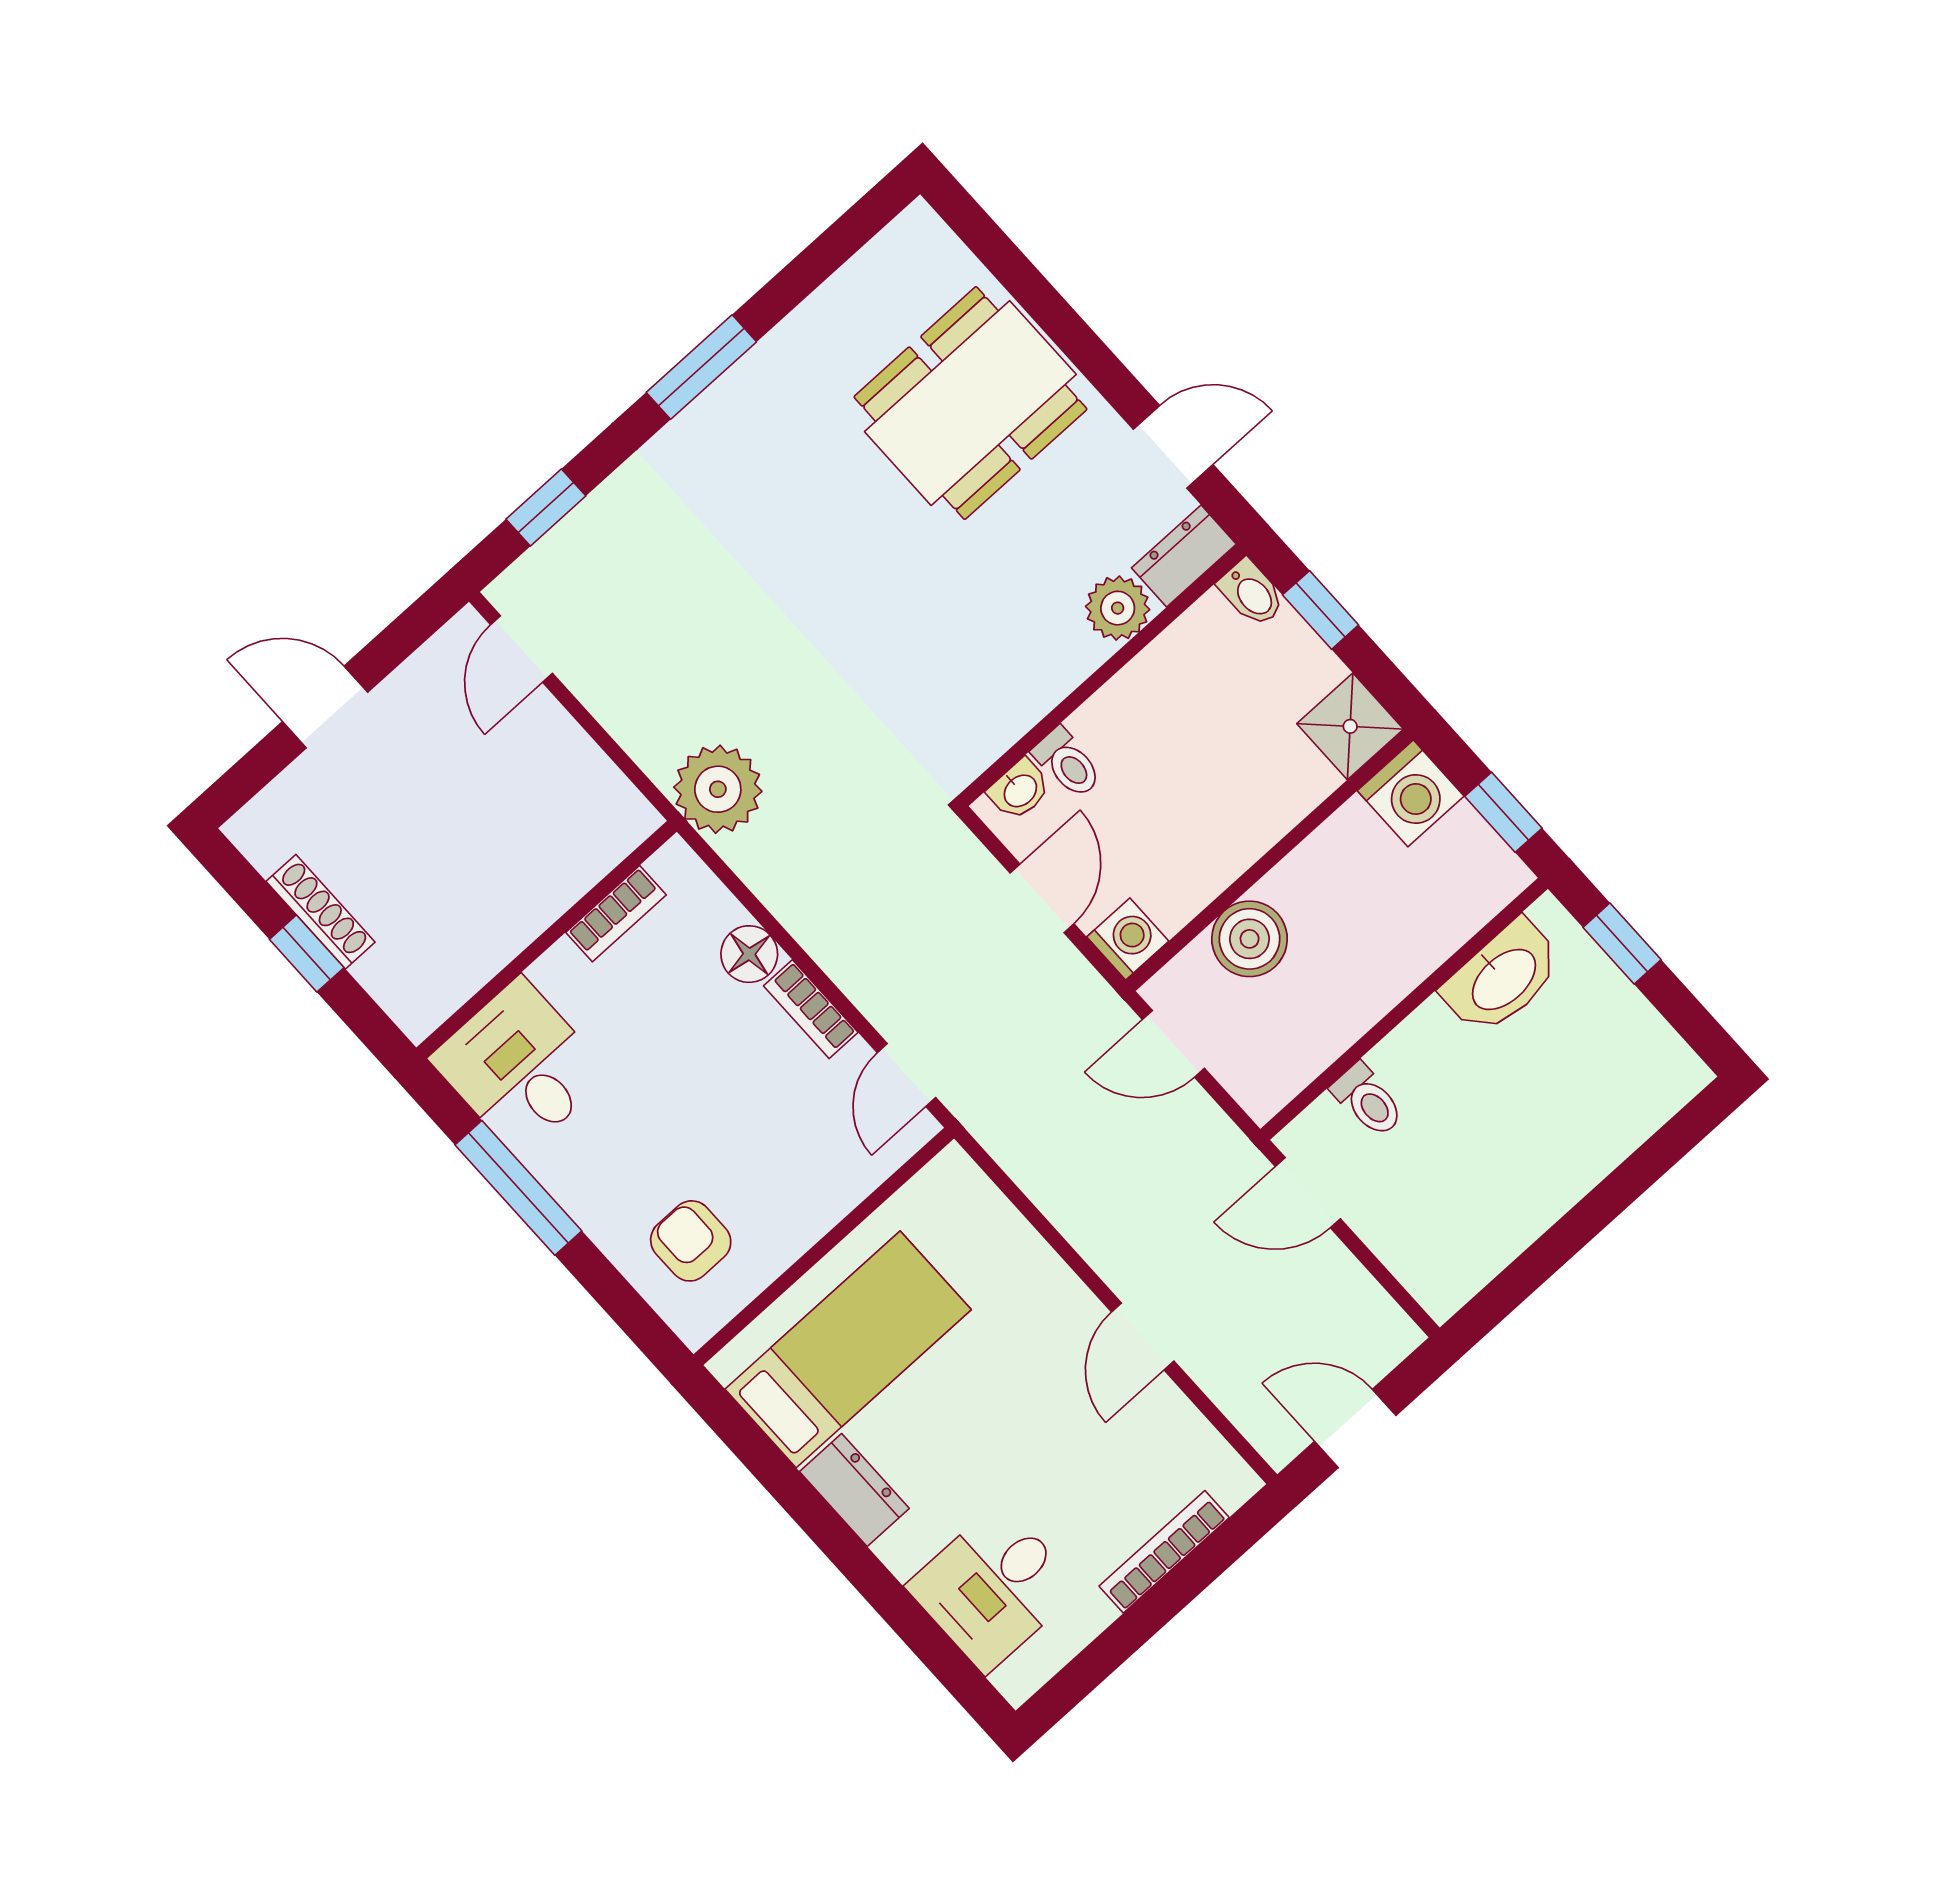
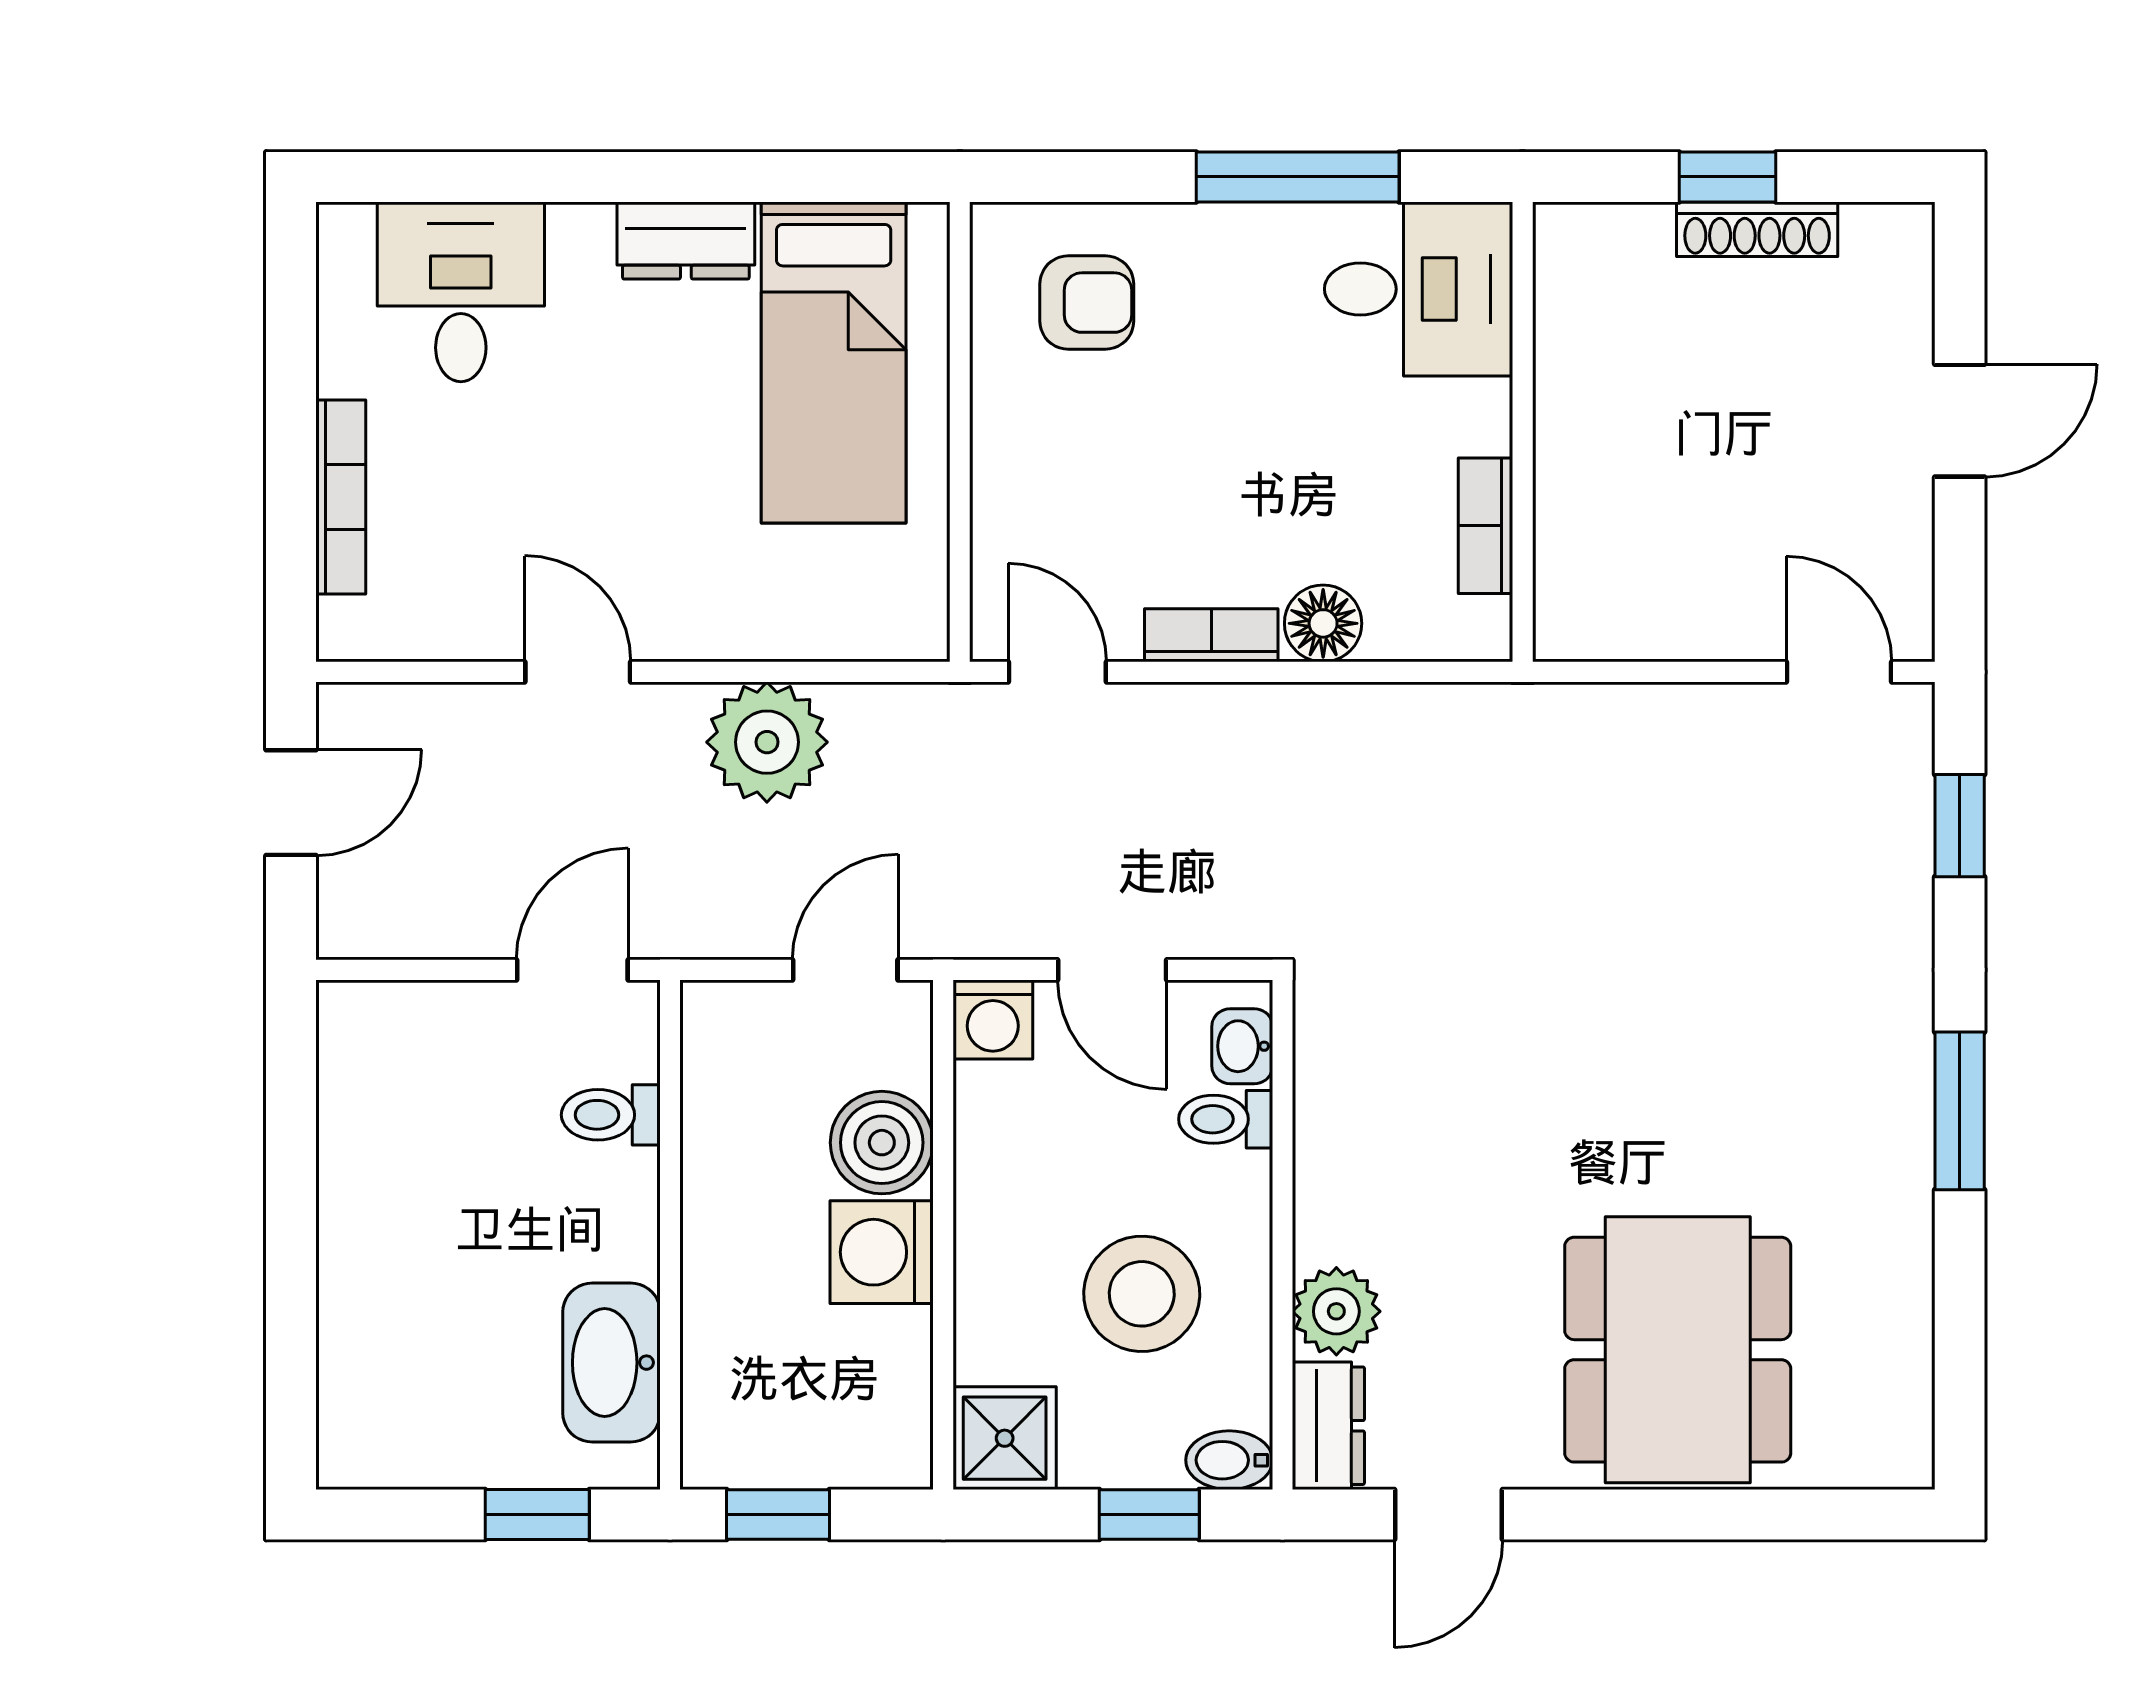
stool: (1204, 723) -> (1142, 1294), added
plant: (718, 789) -> (767, 742), moved
washing machine: (1411, 793) -> (882, 1252), moved

